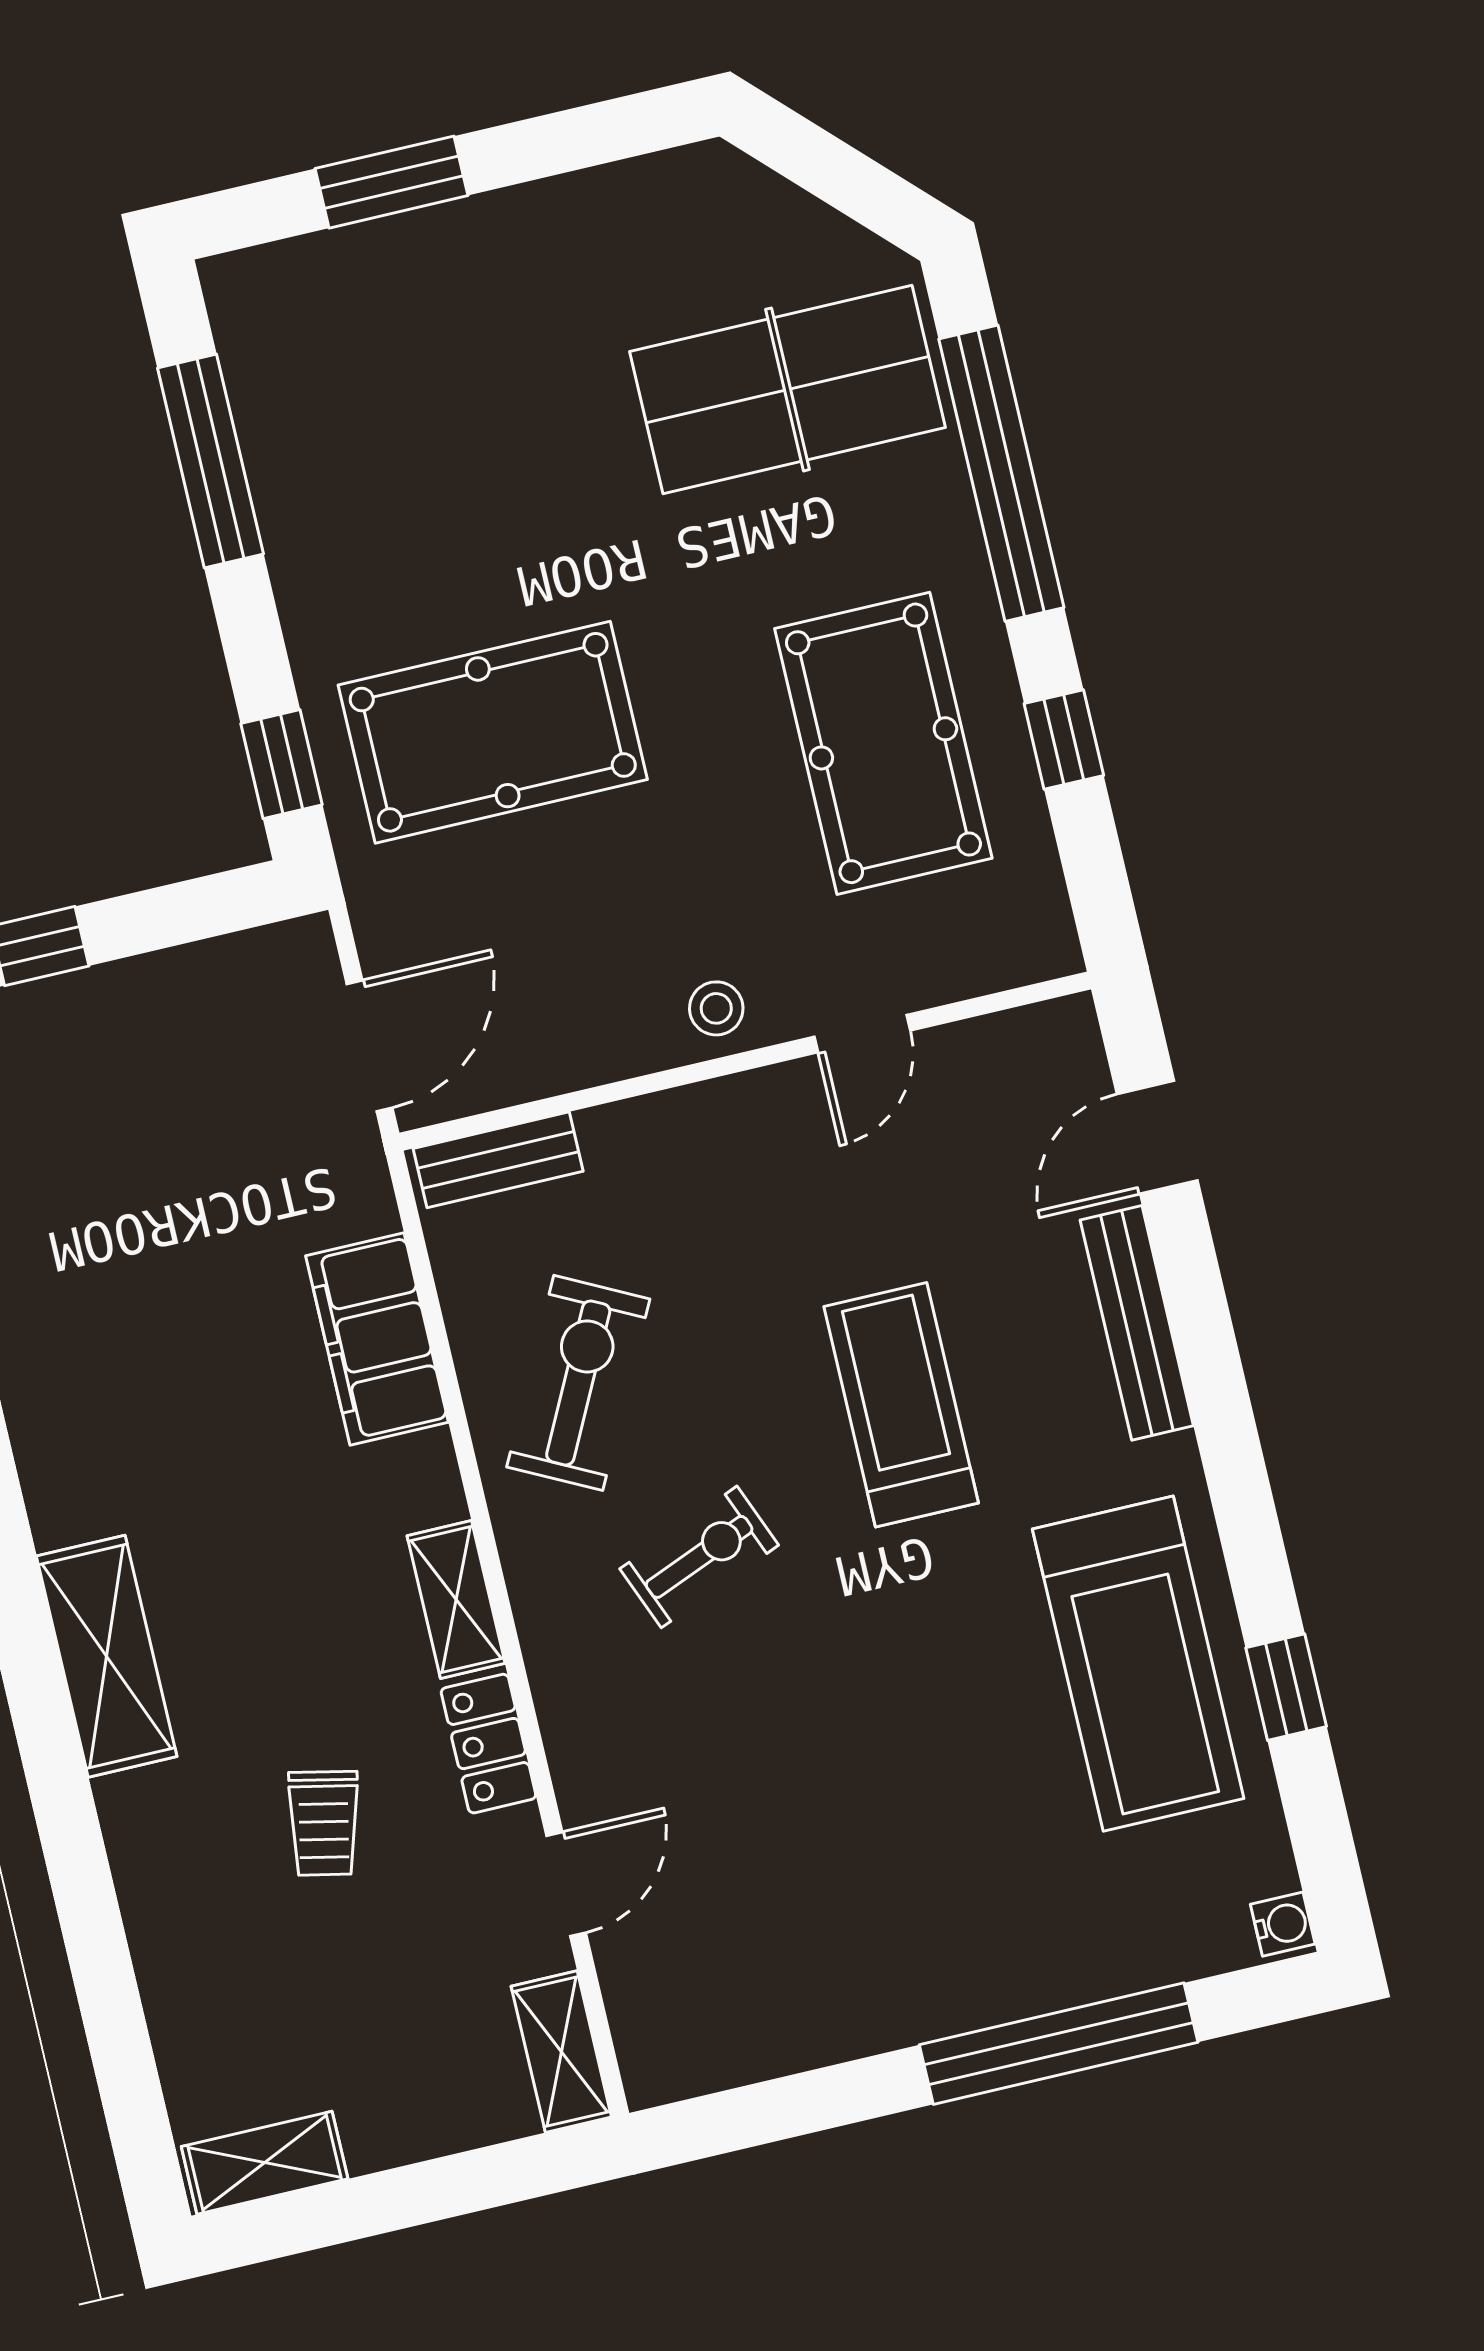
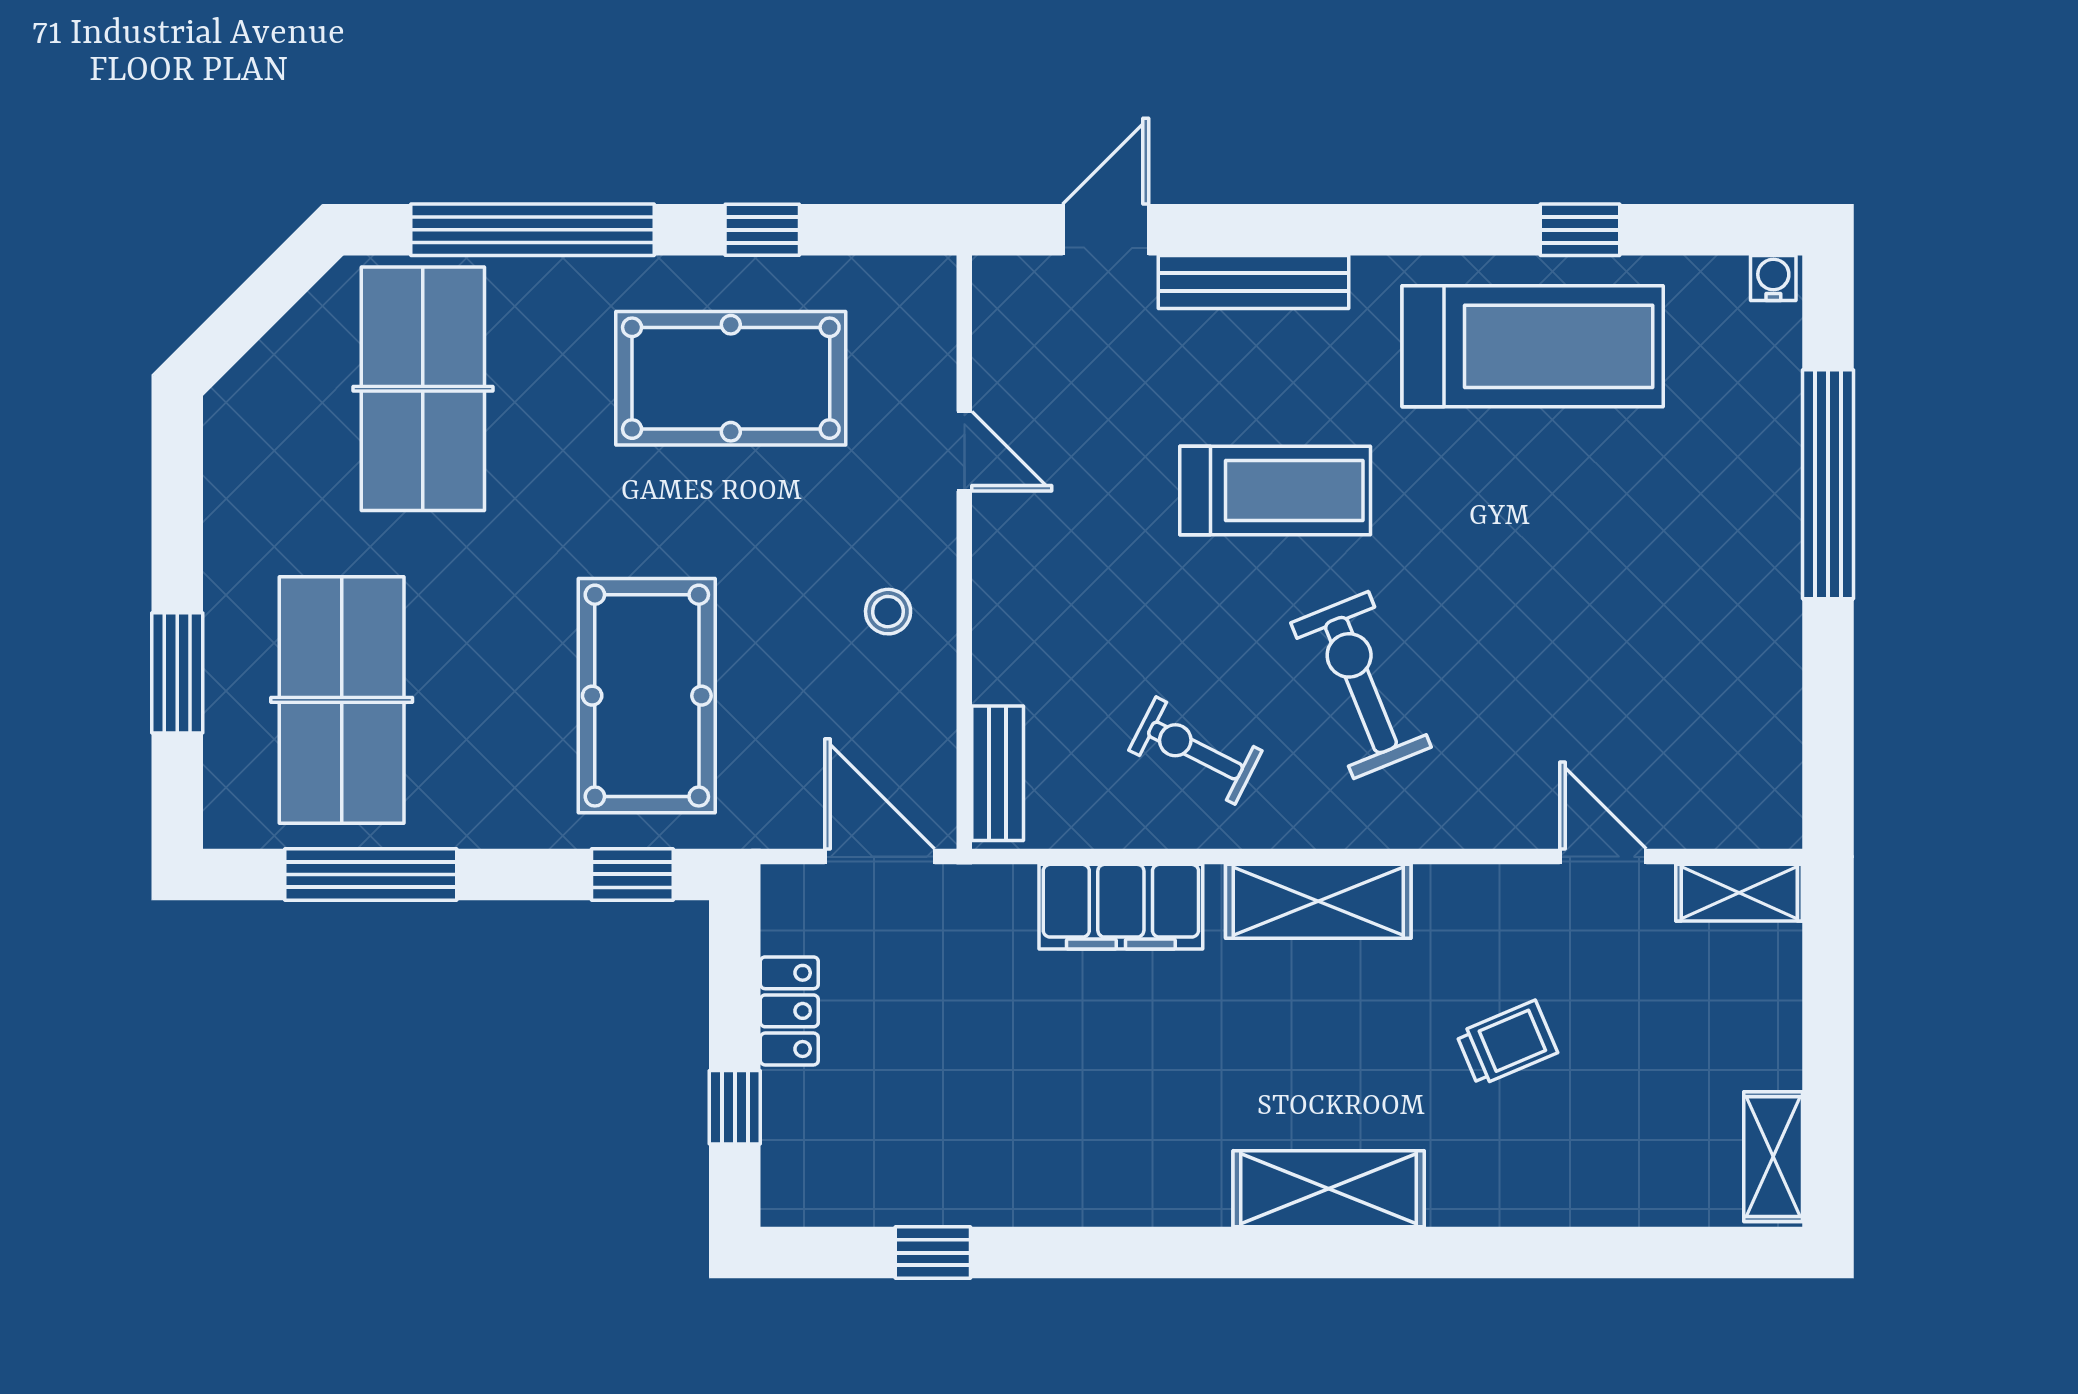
table tennis table: (405, 380) -> (342, 700), added
stool: (716, 1008) -> (888, 612), moved
door: (1157, 1137) -> (1106, 230), swing flipped
exercise bike: (578, 1383) -> (1195, 750), width x0.73, depth x0.72
treadmill: (901, 1405) -> (1275, 491), turned 180
exercise bike: (699, 1557) -> (1361, 685), width x1.38, depth x1.39
shelving: (456, 1600) -> (1318, 901), width x1.50, depth x1.33
locker: (488, 1744) -> (789, 1011), moved, turned -90
trolley: (324, 1823) -> (1507, 1043), turned -35

